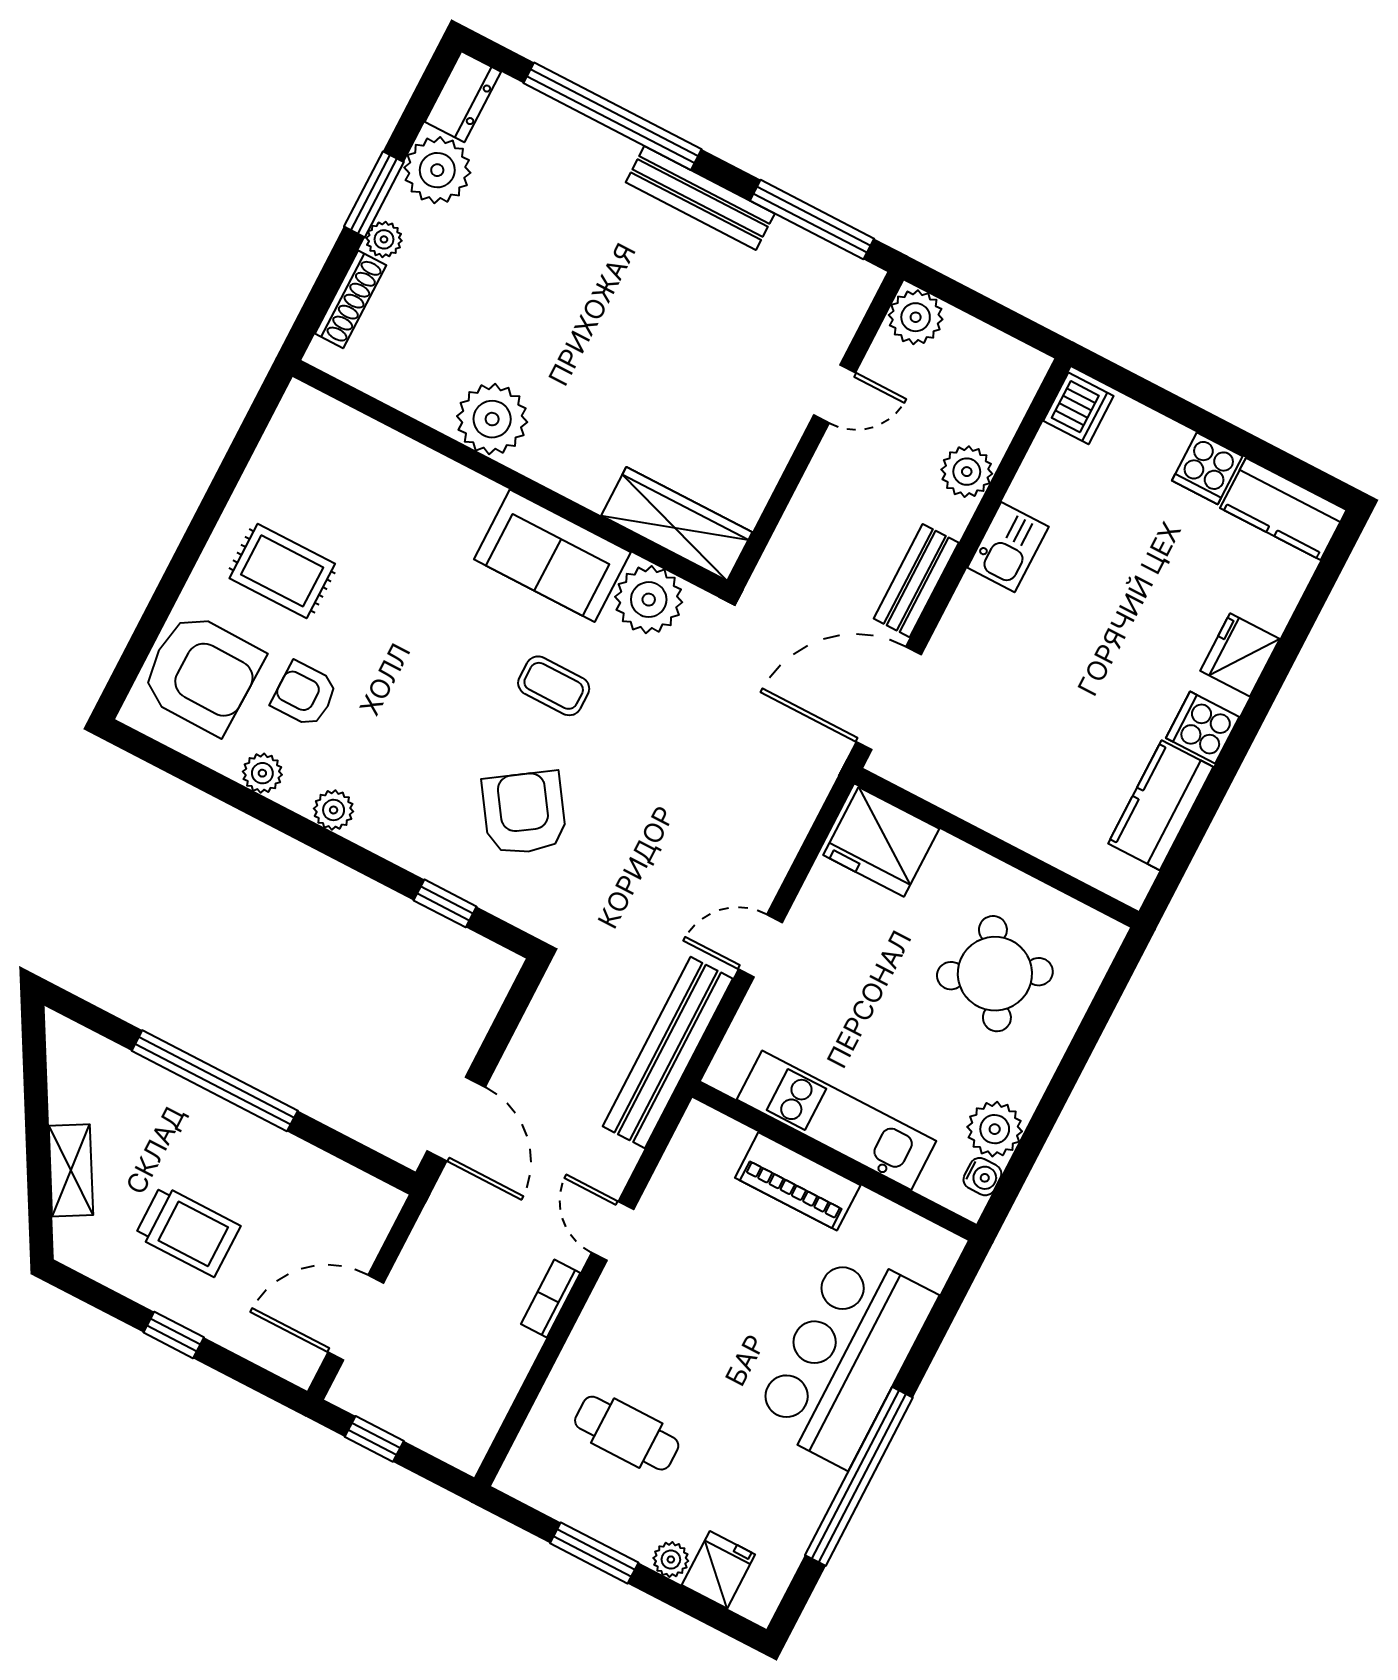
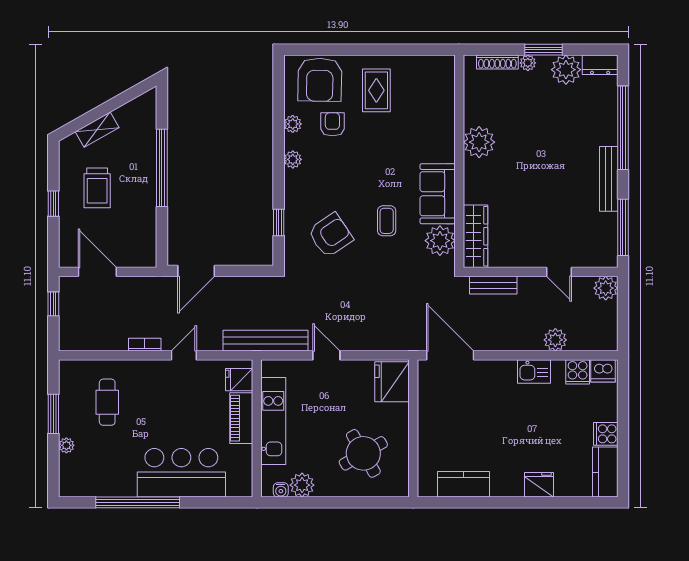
bench: (916, 581) -> (493, 285), moved
cooker: (1203, 727) -> (578, 372), moved, turned 180
fridge: (718, 1570) -> (239, 380), moved, turned 180

